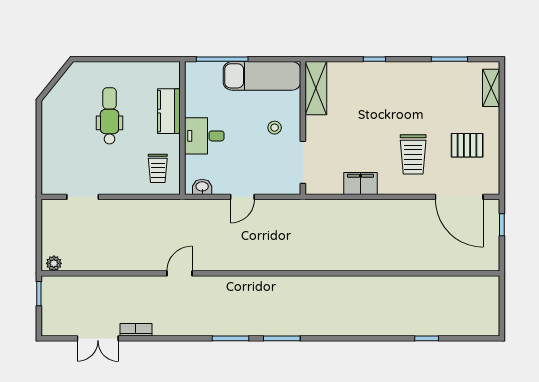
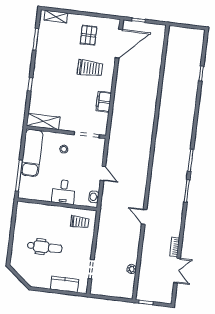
kitchen counter: (169, 111) -> (64, 284), moved, turned 180
dental chair: (110, 116) -> (45, 247), turned 180
plant: (54, 263) -> (132, 269), moved

